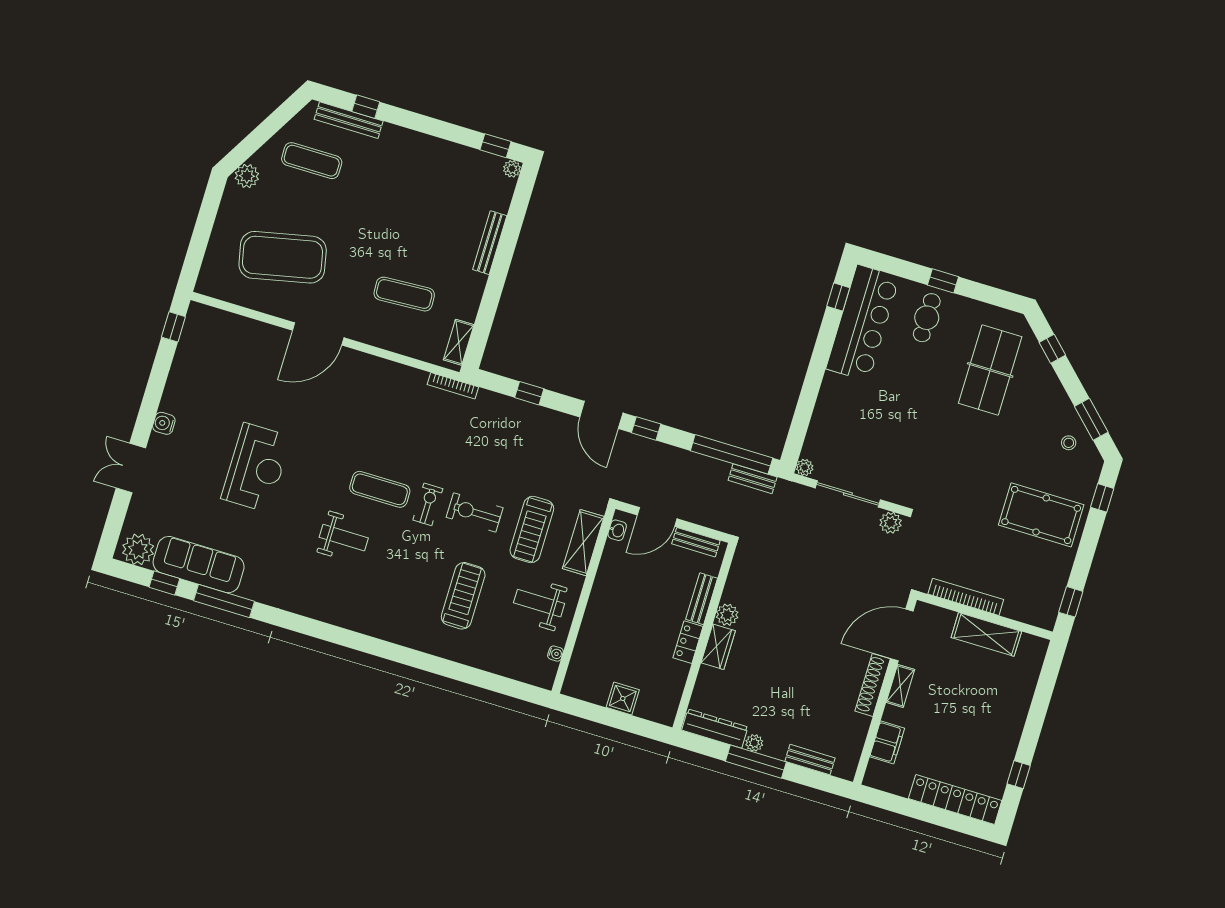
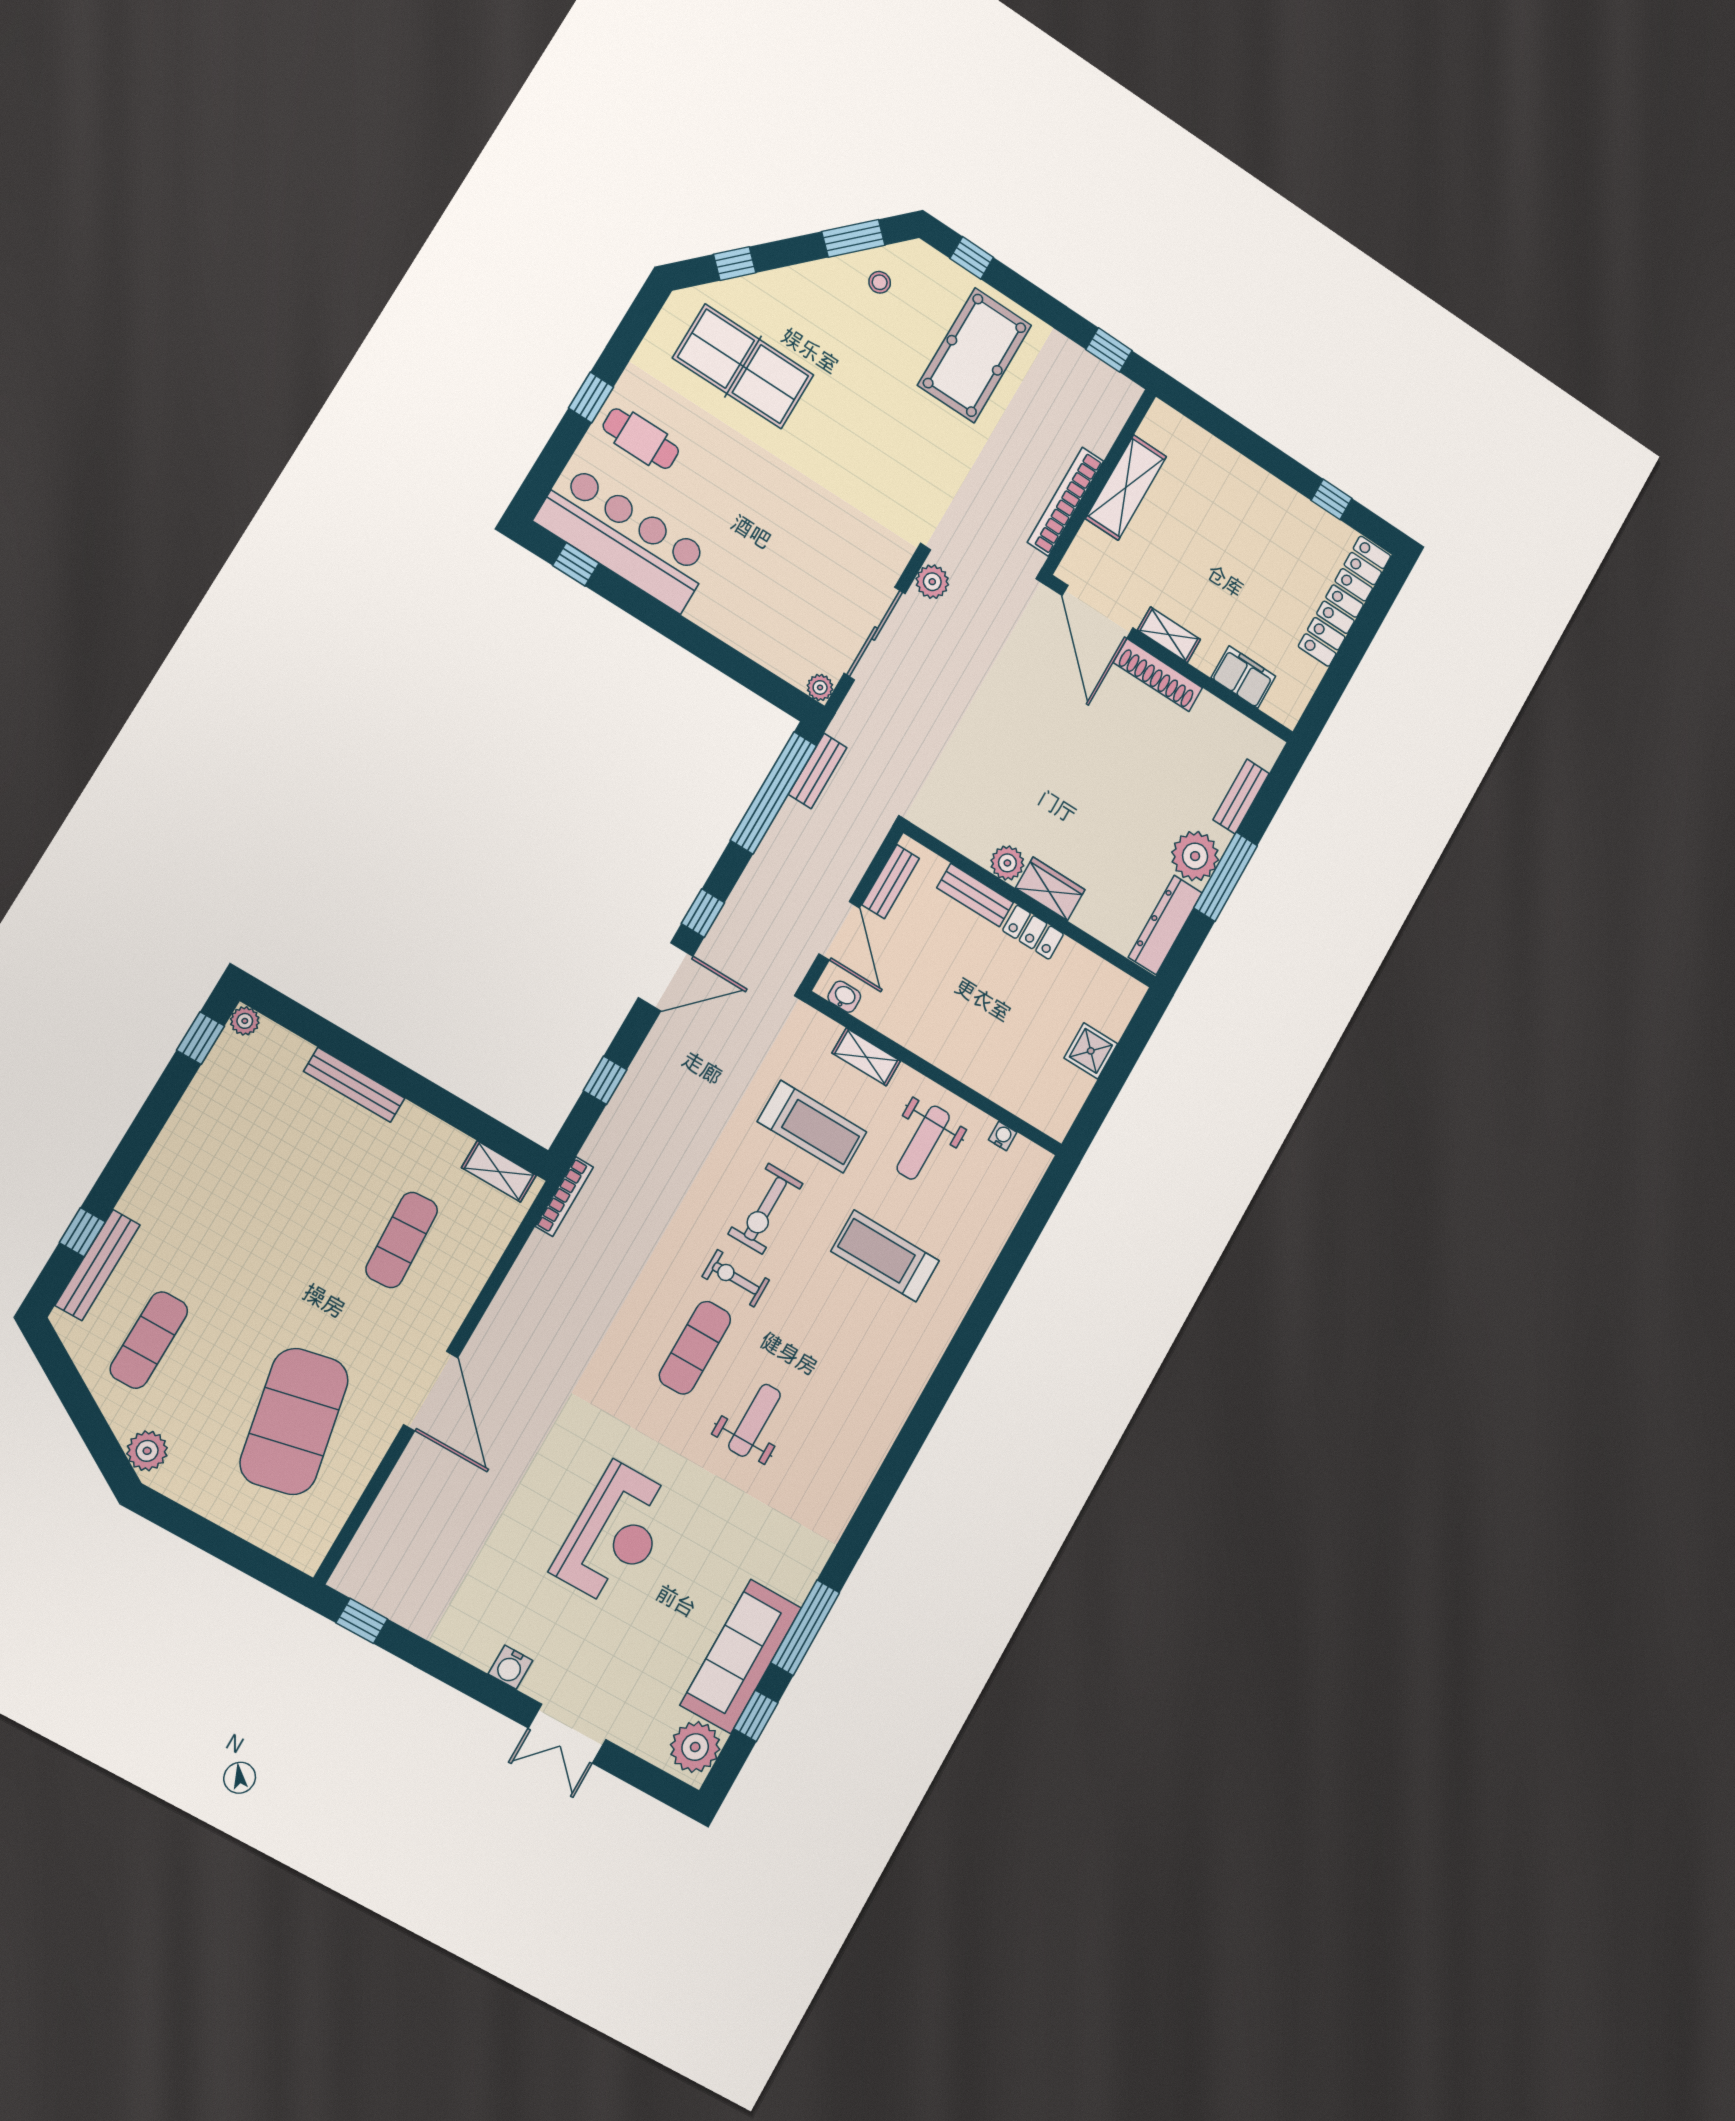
reception desk: (256, 468) -> (615, 1534), turned 90
shelving: (583, 543) -> (866, 1057), width x0.67, depth x0.75
plant: (754, 743) -> (1195, 856), width x1.87, depth x1.87

